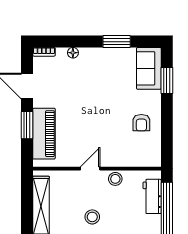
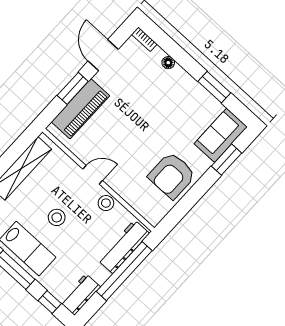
armchair: (141, 123) -> (172, 175), width x1.88, depth x1.88
workbench: (152, 196) -> (124, 247), width x1.38

